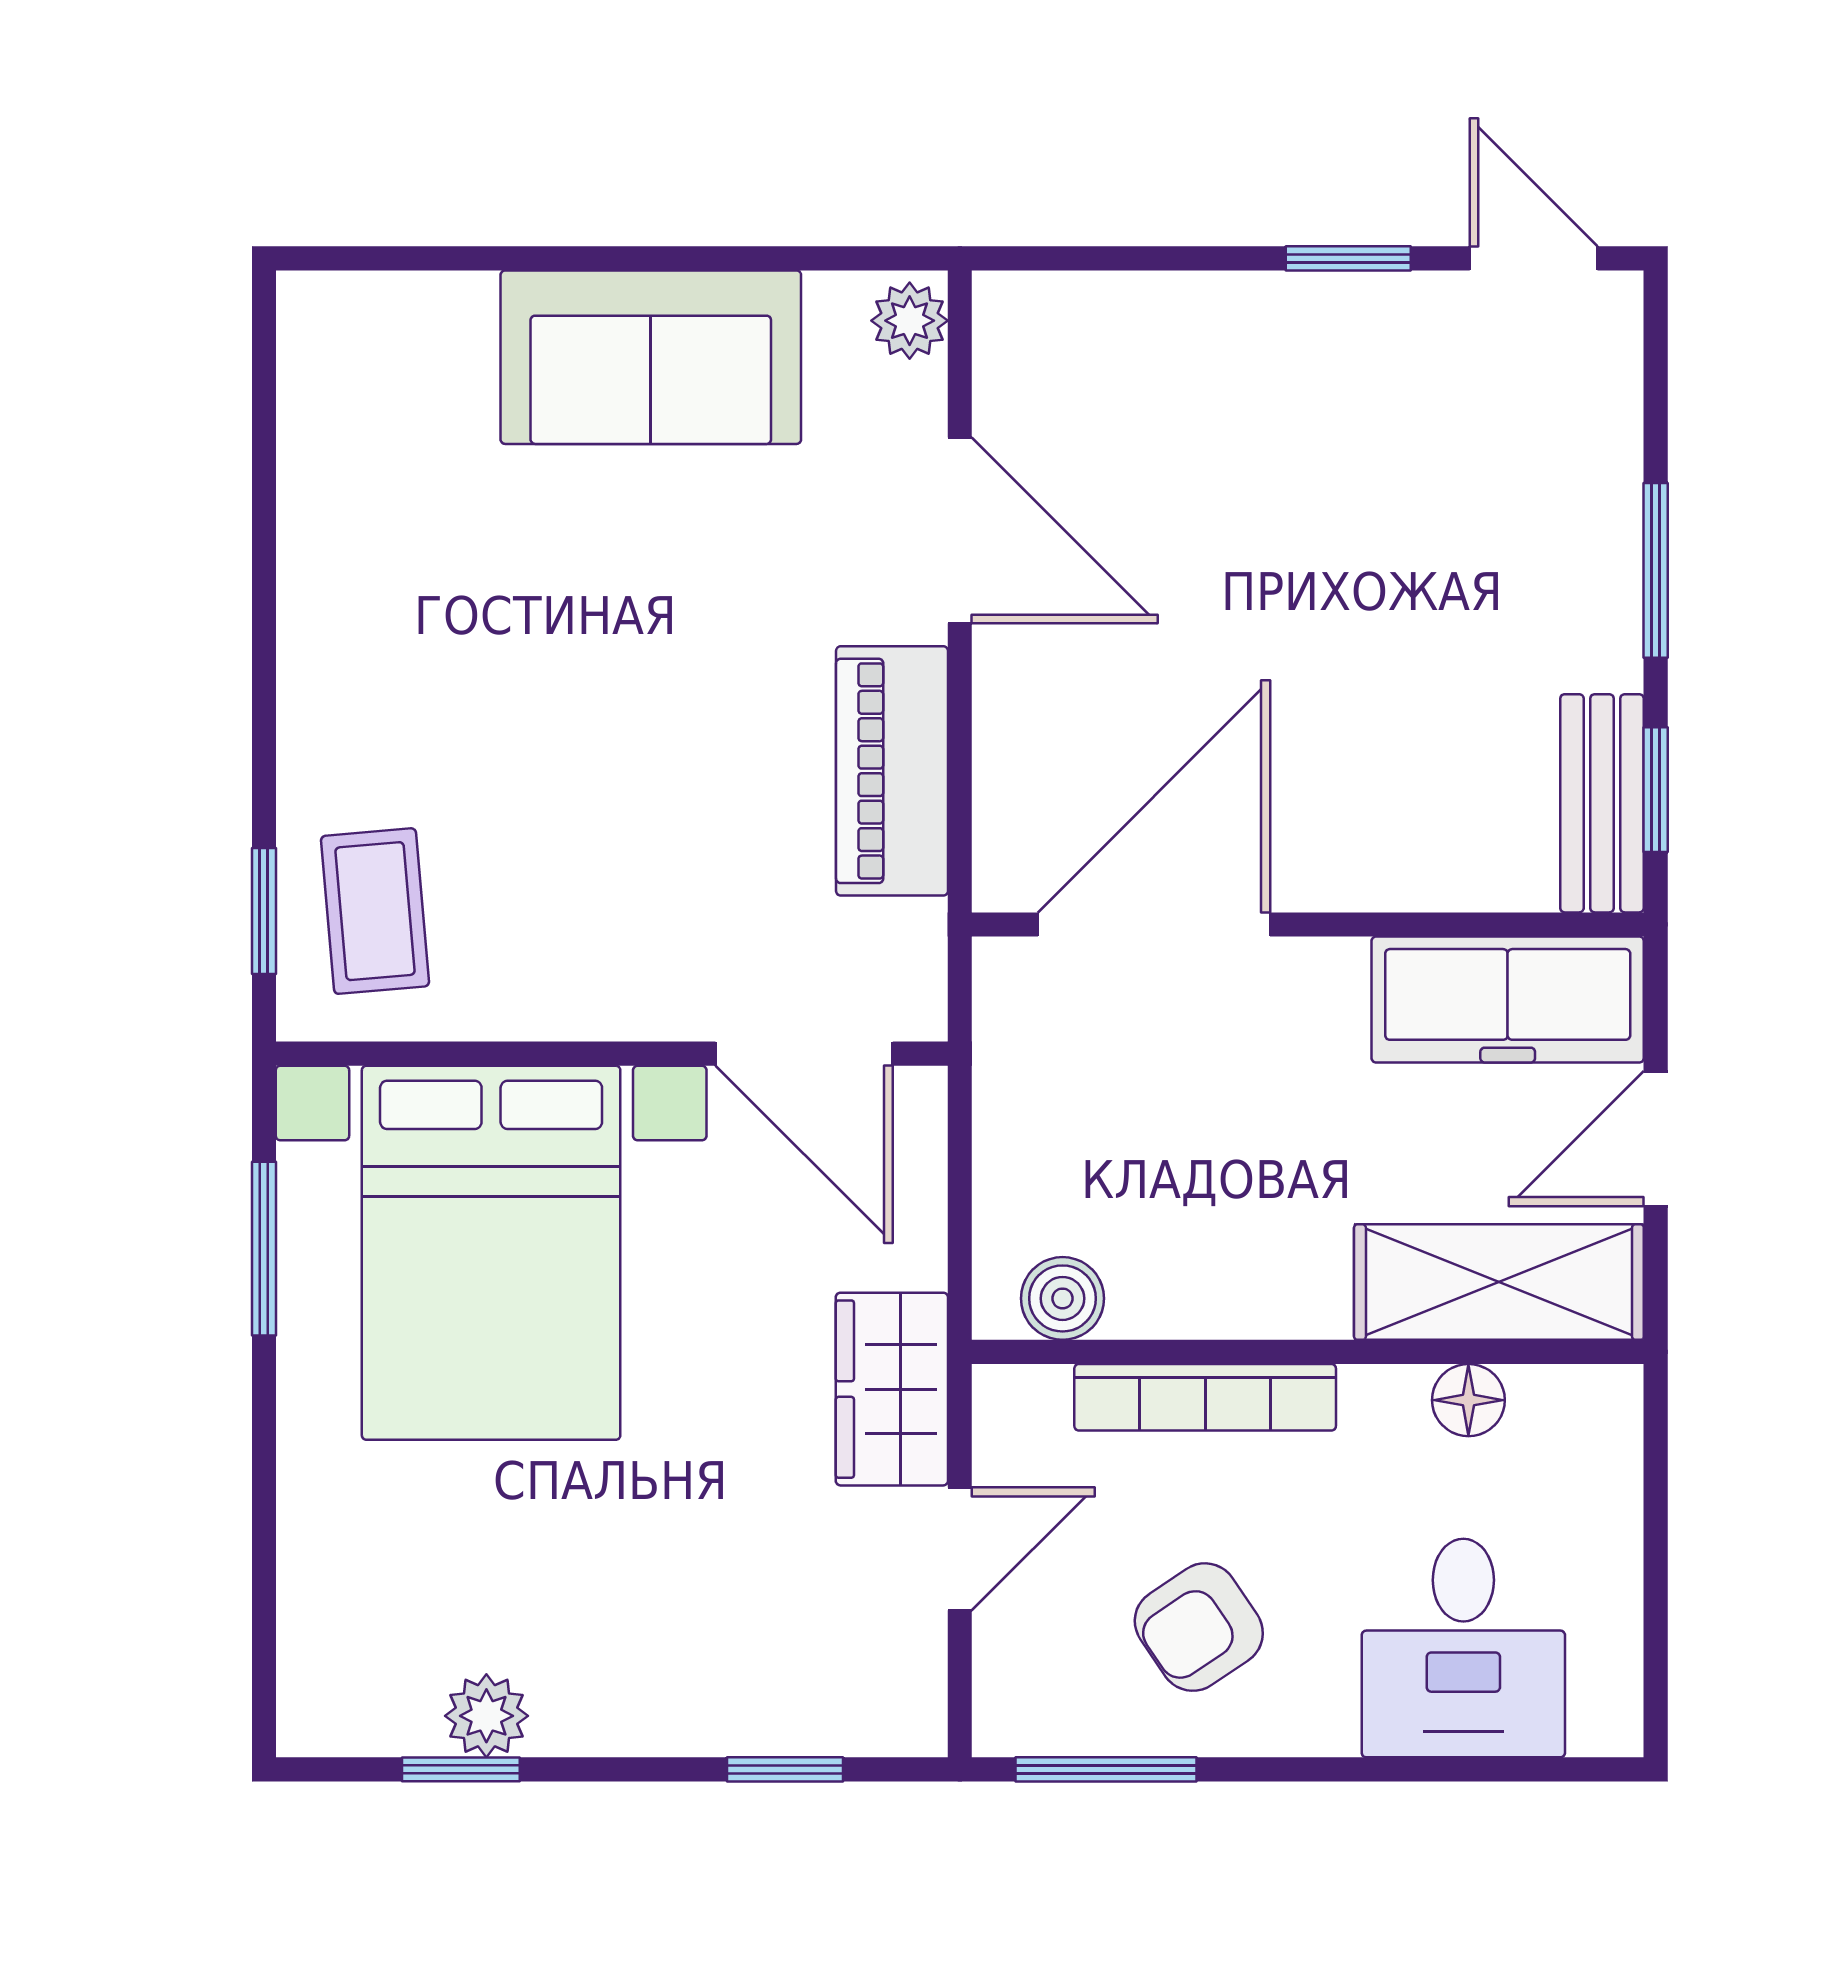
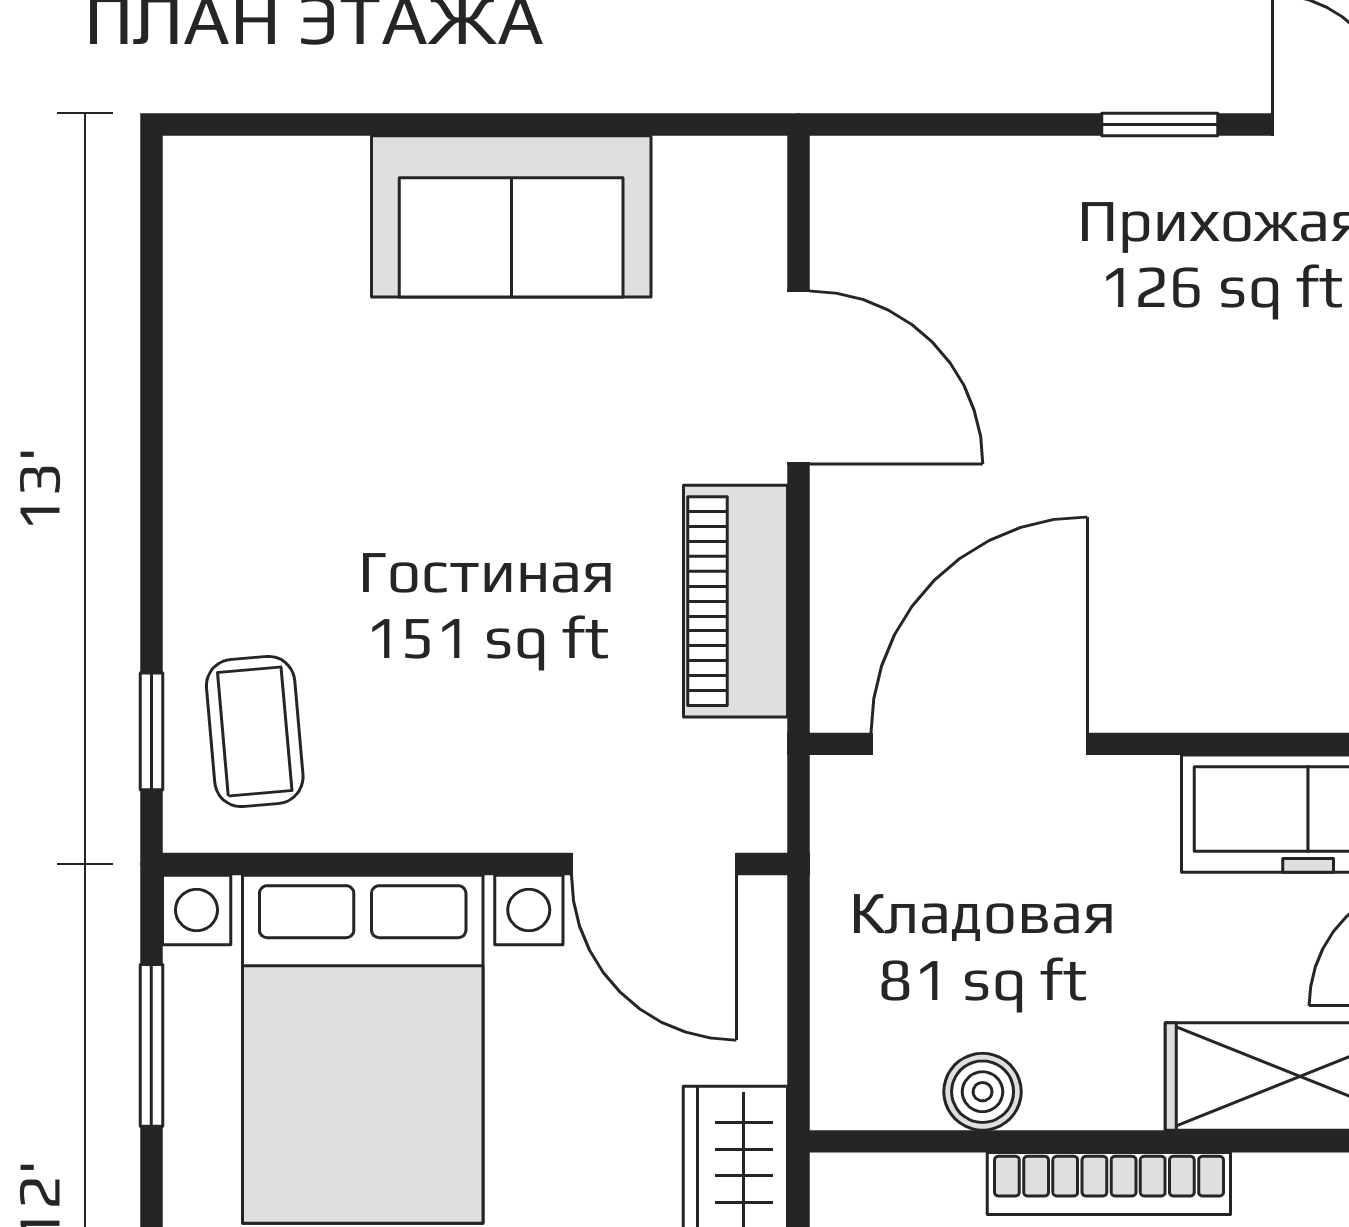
plant: (910, 321) -> (752, 182), removed
boiler: (1063, 1298) -> (983, 1092), moved
bookcase: (1205, 1397) -> (1109, 1184), moved
floor lamp: (1468, 1400) -> (1272, 1186), removed

